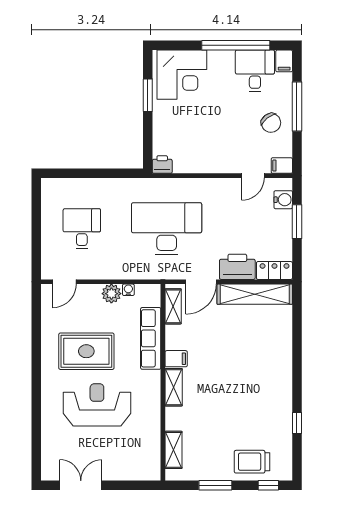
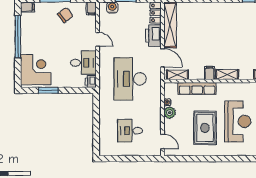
desk: (255, 71) -> (83, 63), moved, turned 180
door: (253, 176) -> (98, 39), moved
reception desk: (97, 405) -> (238, 121), turned 180

